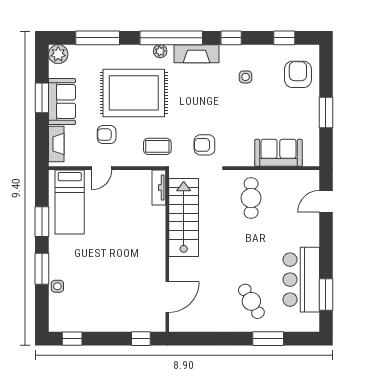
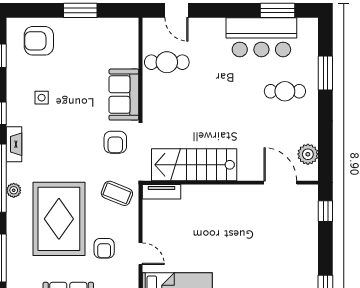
fireplace: (197, 54) -> (14, 144), width x0.73, depth x0.76
coffee table: (157, 146) -> (117, 193), turned -68
sofa: (278, 153) -> (124, 95), moved
cafe table: (251, 198) -> (167, 62), moved
cafe table: (251, 301) -> (285, 91), turned 30
plant: (193, 322) -> (308, 154), added

